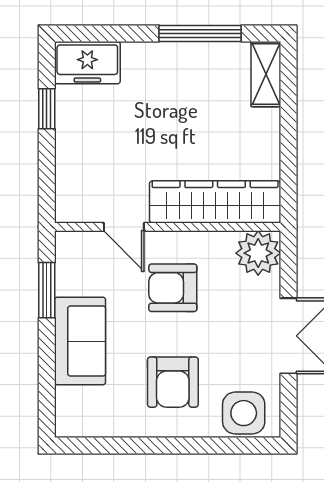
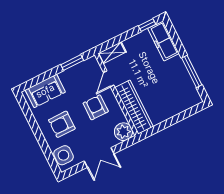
freezer: (87, 63) -> (163, 41), width x1.40
shelving: (266, 74) -> (112, 53), moved
window: (47, 109) -> (147, 25), moved
sofa: (80, 341) -> (45, 91), moved

